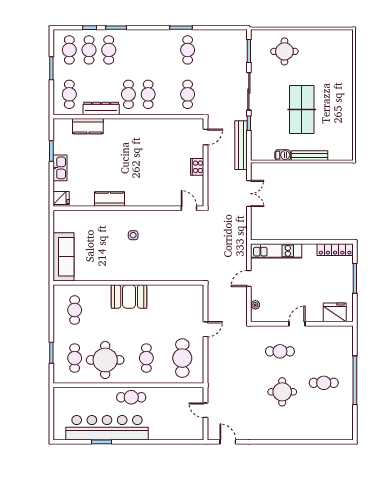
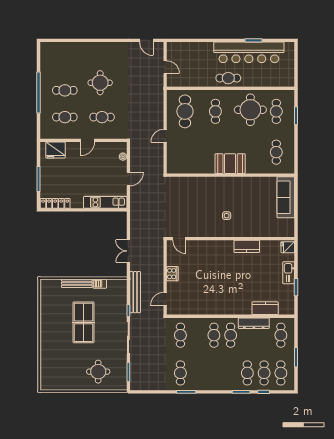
cafe table: (324, 351) -> (65, 117), added

